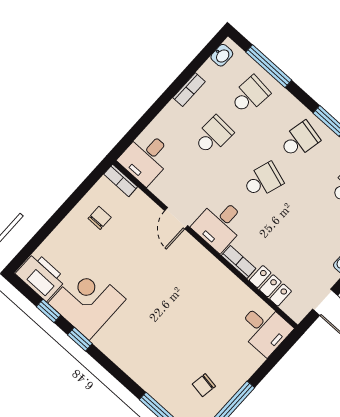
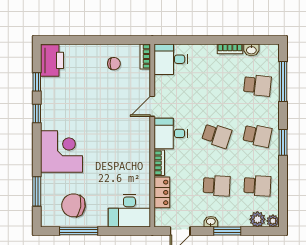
washbasin: (222, 55) -> (251, 50), moved
school desk: (213, 136) -> (217, 186), moved
corner desk: (87, 301) -> (61, 151), moved
desk: (264, 329) -> (129, 211), width x1.37
chair: (204, 385) -> (73, 205), width x1.87, depth x1.87

